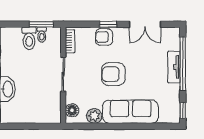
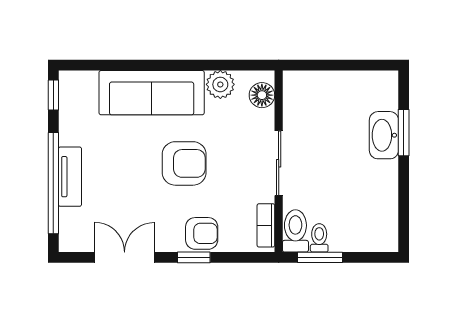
toilet: (29, 38) -> (295, 231), moved

